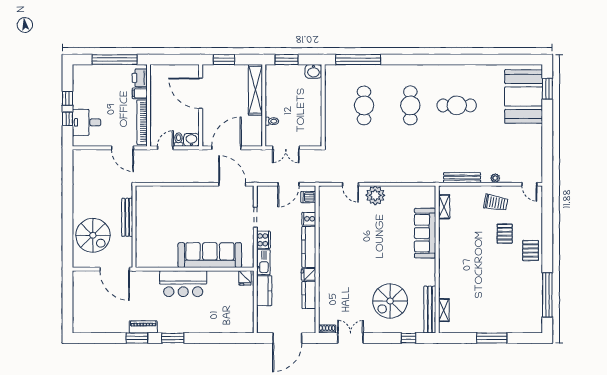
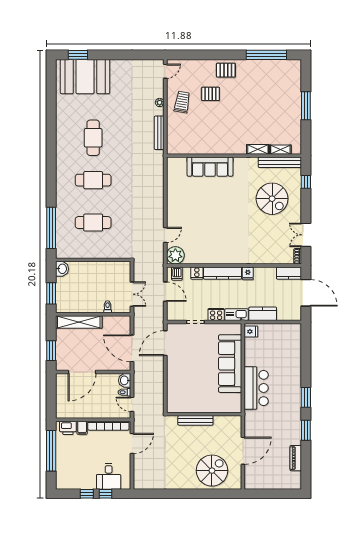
plant: (375, 195) -> (175, 255), moved
shelving: (444, 207) -> (258, 149), moved
bench: (127, 217) -> (195, 420), moved
wall: (134, 227) -> (204, 414), moved
kitchen counter: (309, 295) -> (289, 273), moved
piano: (143, 327) -> (296, 458), moved

